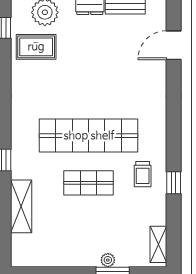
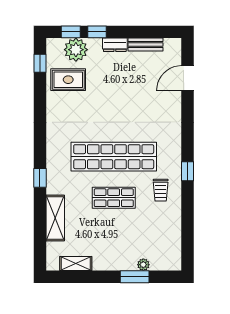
window: (174, 183) -> (187, 171), moved
shelving: (158, 244) -> (76, 264), moved, turned 90
plant: (108, 260) -> (143, 265), moved

